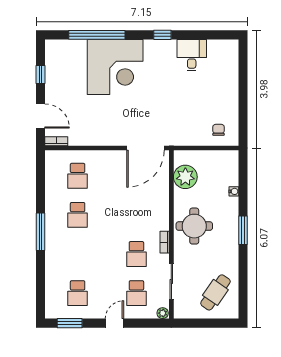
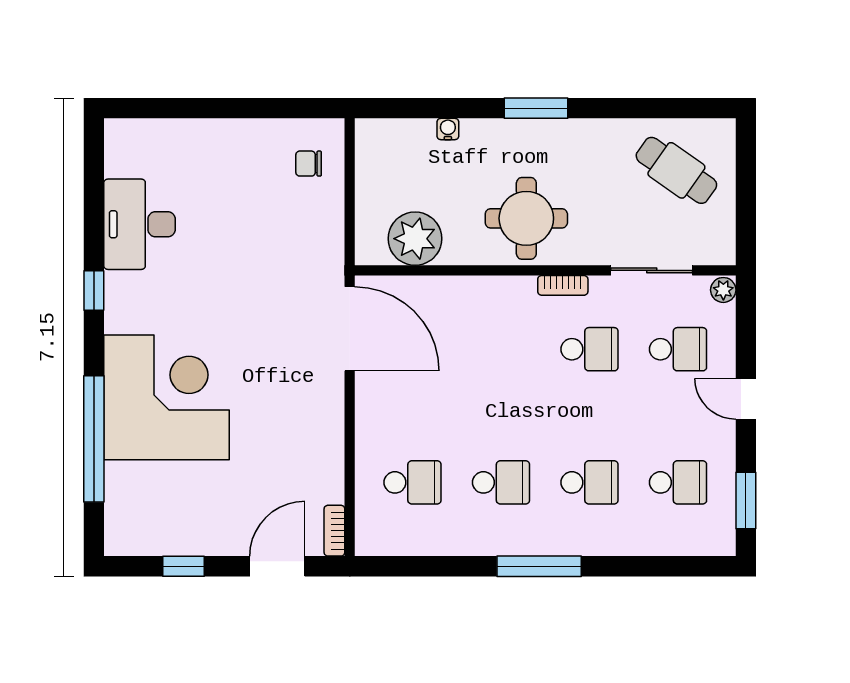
desk: (192, 55) -> (140, 224), width x1.37
school desk: (78, 254) -> (590, 482), added

